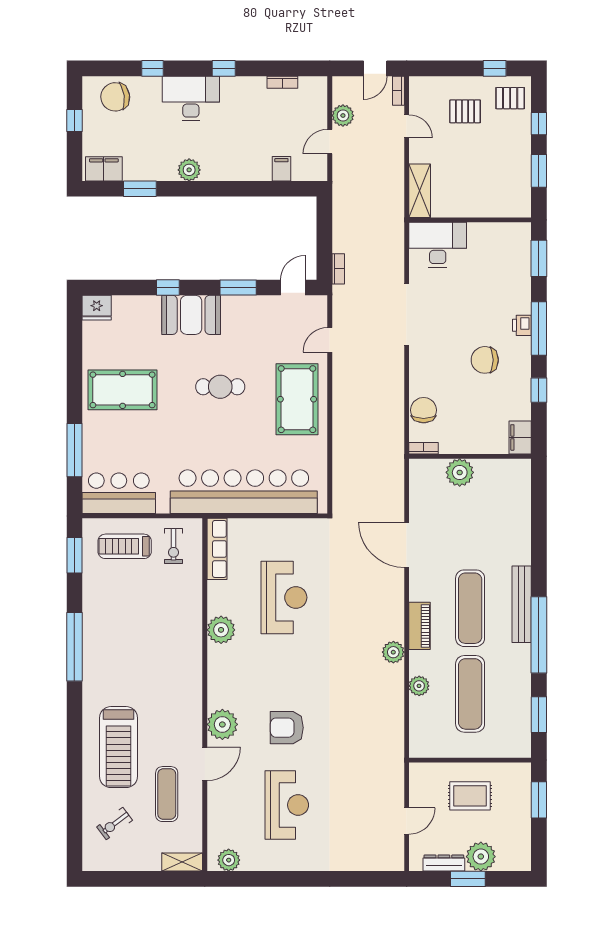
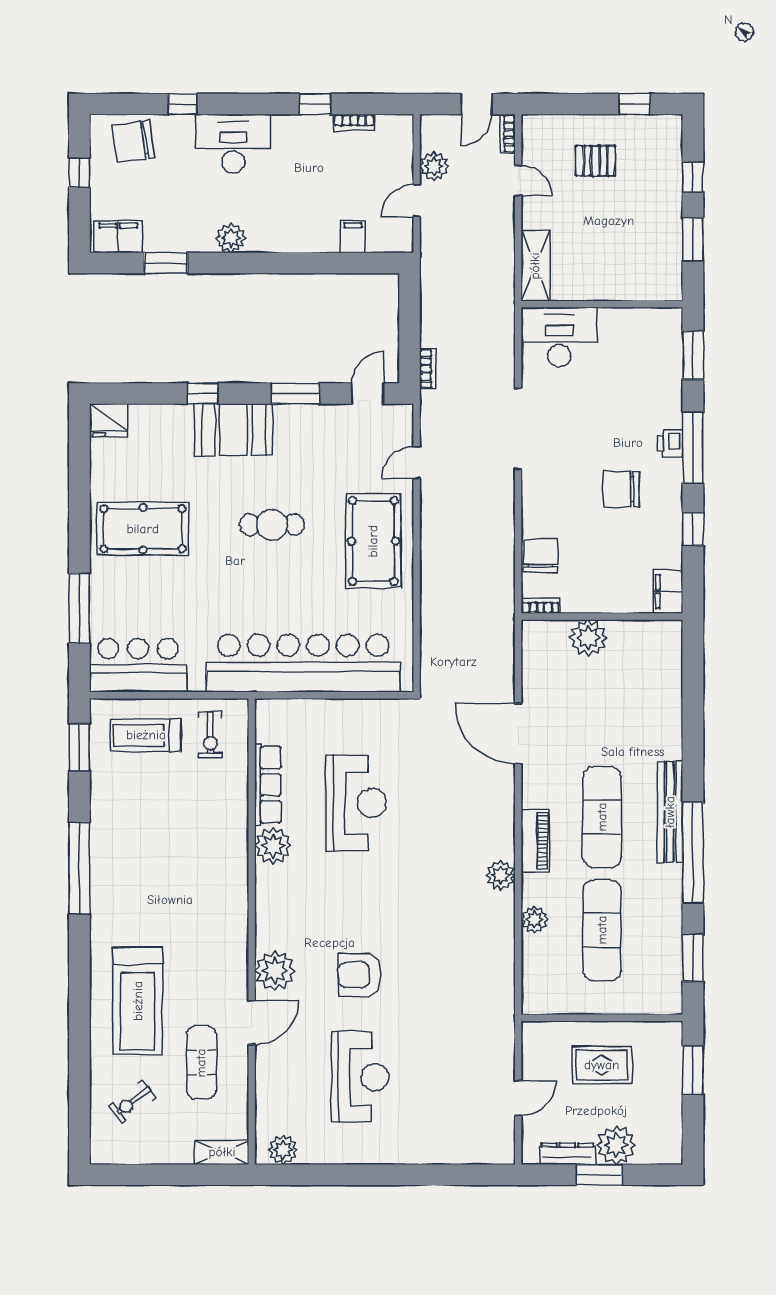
window: (224, 68) -> (315, 104), moved
pallet: (510, 98) -> (655, 143), removed
row of seats: (217, 549) -> (268, 785), moved

